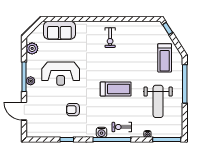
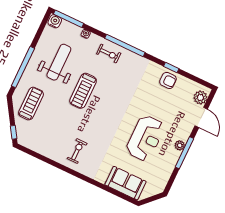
plant: (32, 48) -> (200, 98), moved
reception desk: (61, 74) -> (145, 138), turned 90
treadmill: (116, 89) -> (83, 91), moved, turned -90
armchair: (73, 110) -> (168, 80), moved
water cooler: (102, 132) -> (55, 21), moved

